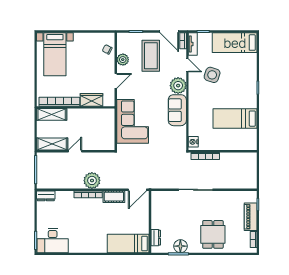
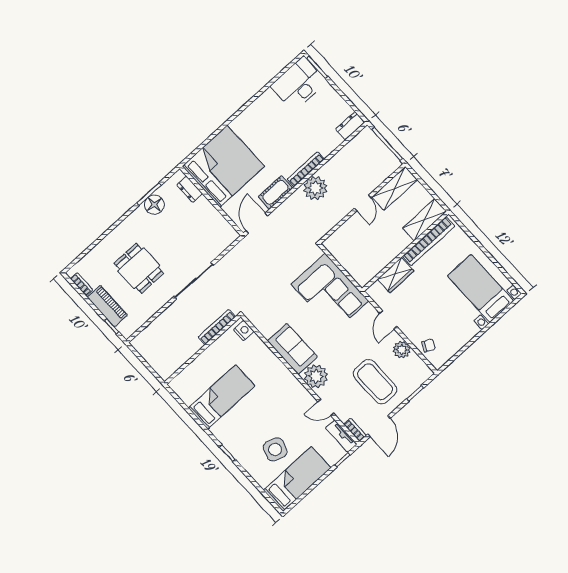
door: (169, 32) -> (379, 426), swing flipped
side table: (212, 75) -> (275, 449), moved
dining table: (213, 234) -> (139, 268), moved
bed: (128, 243) -> (223, 166), width x2.04

